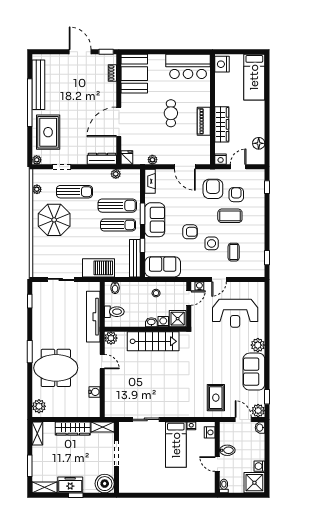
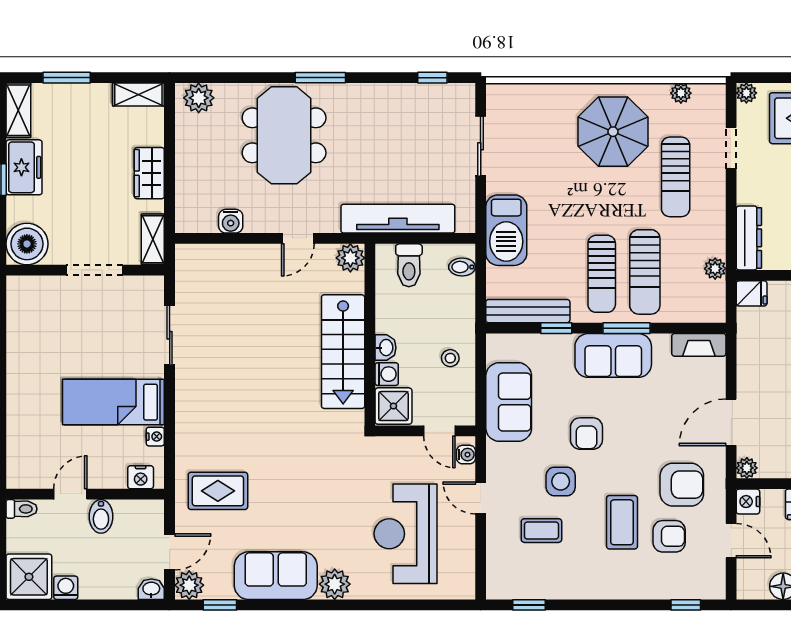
plant: (152, 160) -> (747, 468), moved
sofa: (163, 267) -> (509, 402), moved
wardrobe: (73, 429) -> (149, 173), width x0.67

